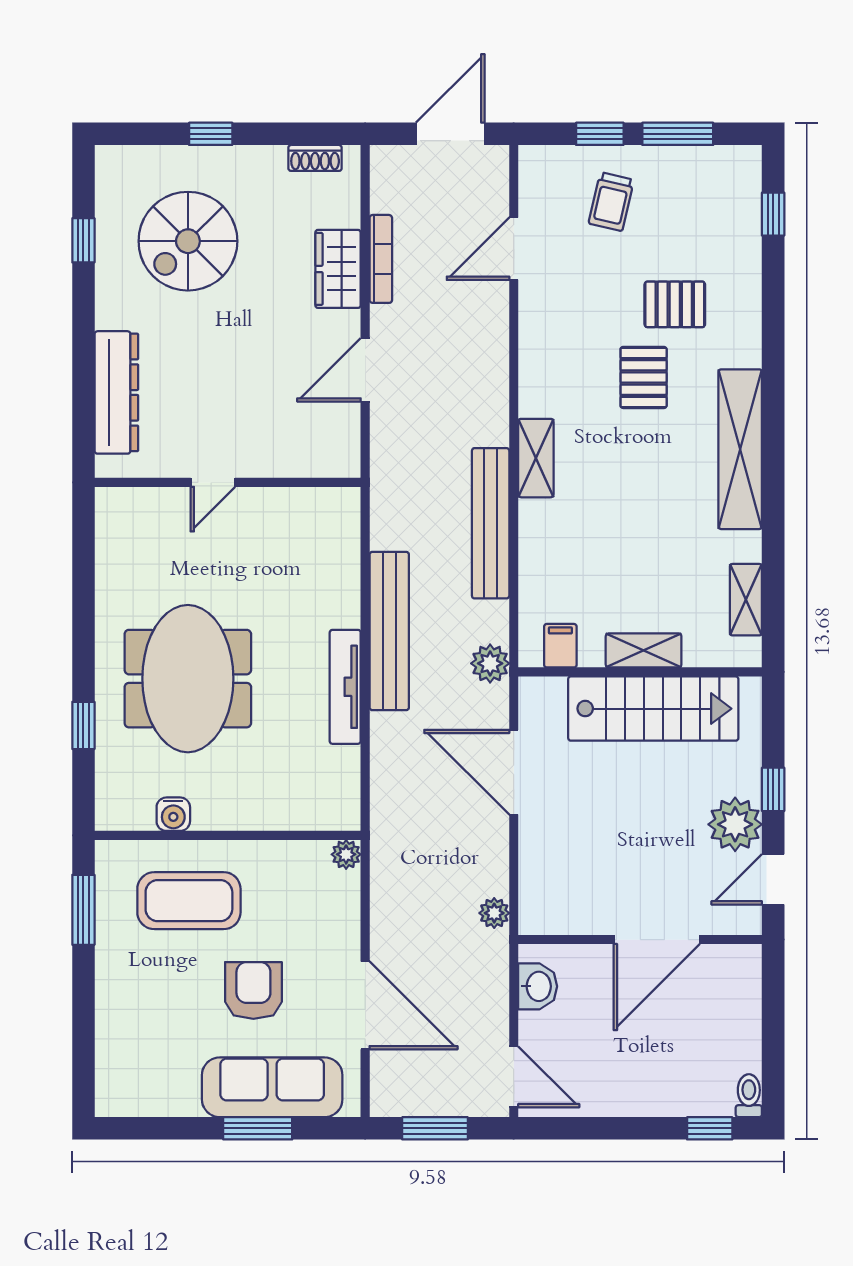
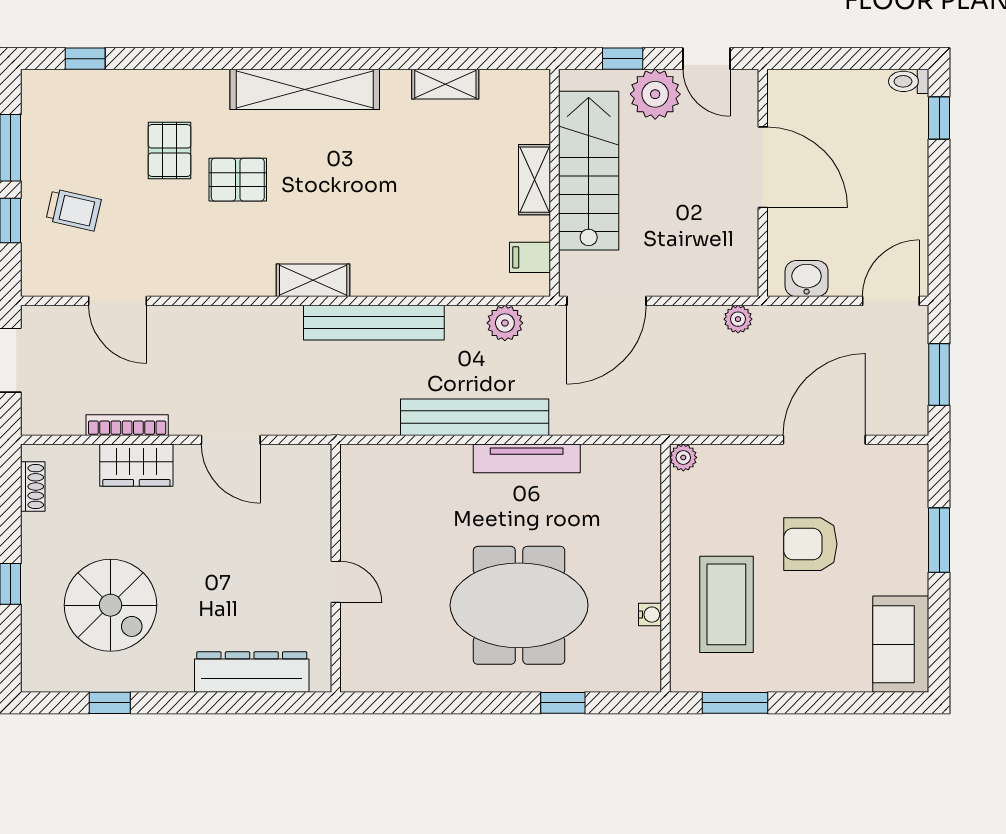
filing cabinet: (560, 646) -> (530, 257), moved
shelving: (644, 650) -> (534, 180), moved
wall: (640, 672) -> (554, 183), moved
stairs: (653, 709) -> (589, 171), moved
water cooler: (173, 814) -> (650, 615), width x0.72, depth x0.72
sofa: (272, 1087) -> (901, 644), moved, width x0.73

